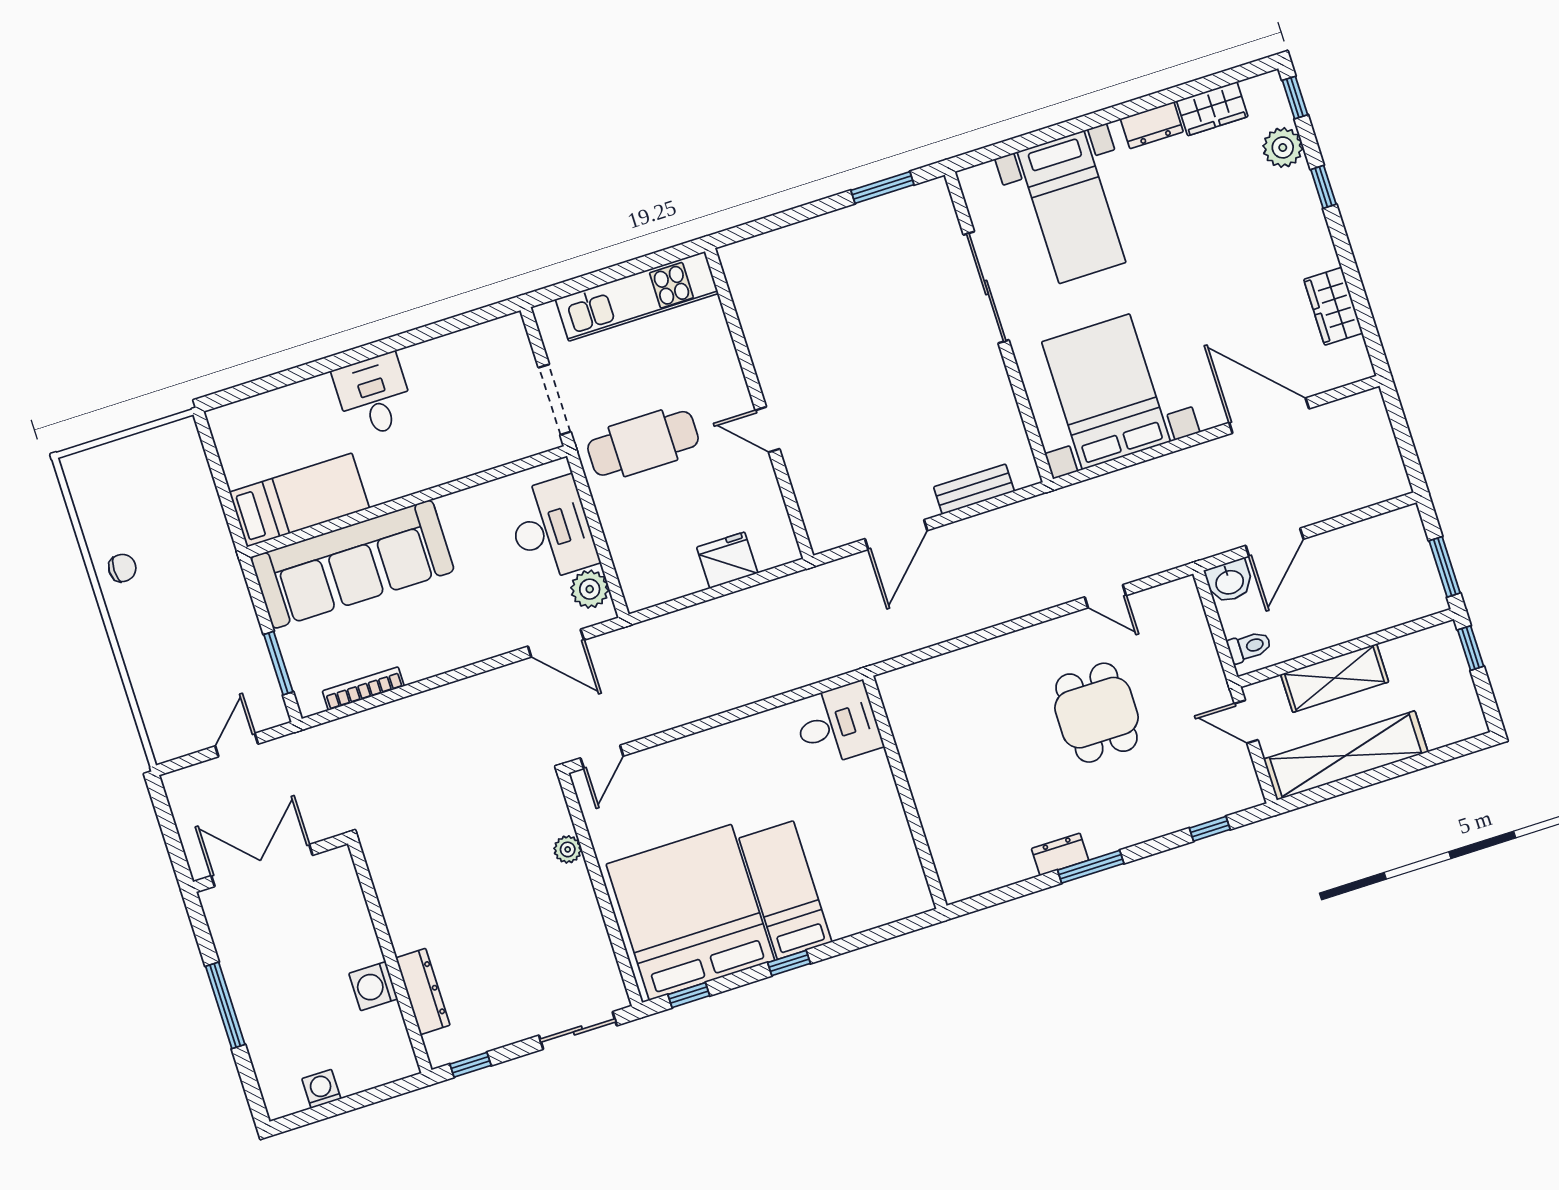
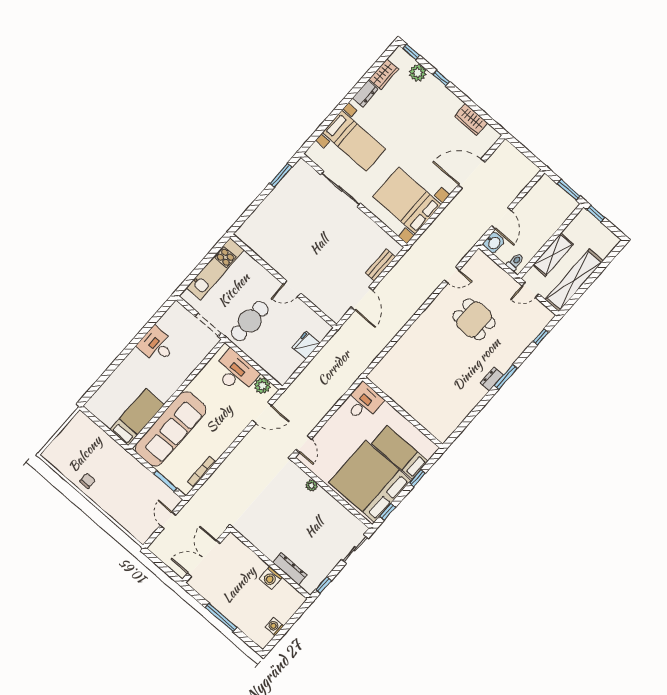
desk: (374, 396) -> (157, 345), moved
desk: (837, 724) -> (363, 402), moved
wall: (905, 792) -> (403, 412), moved

